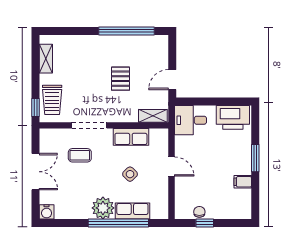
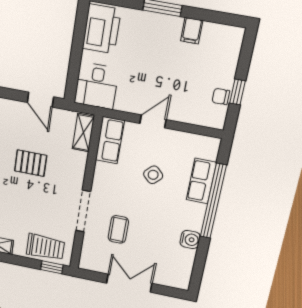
row of seats: (131, 137) -> (110, 140), moved
plant: (103, 208) -> (190, 216), removed
water cooler: (47, 212) -> (190, 239), moved

